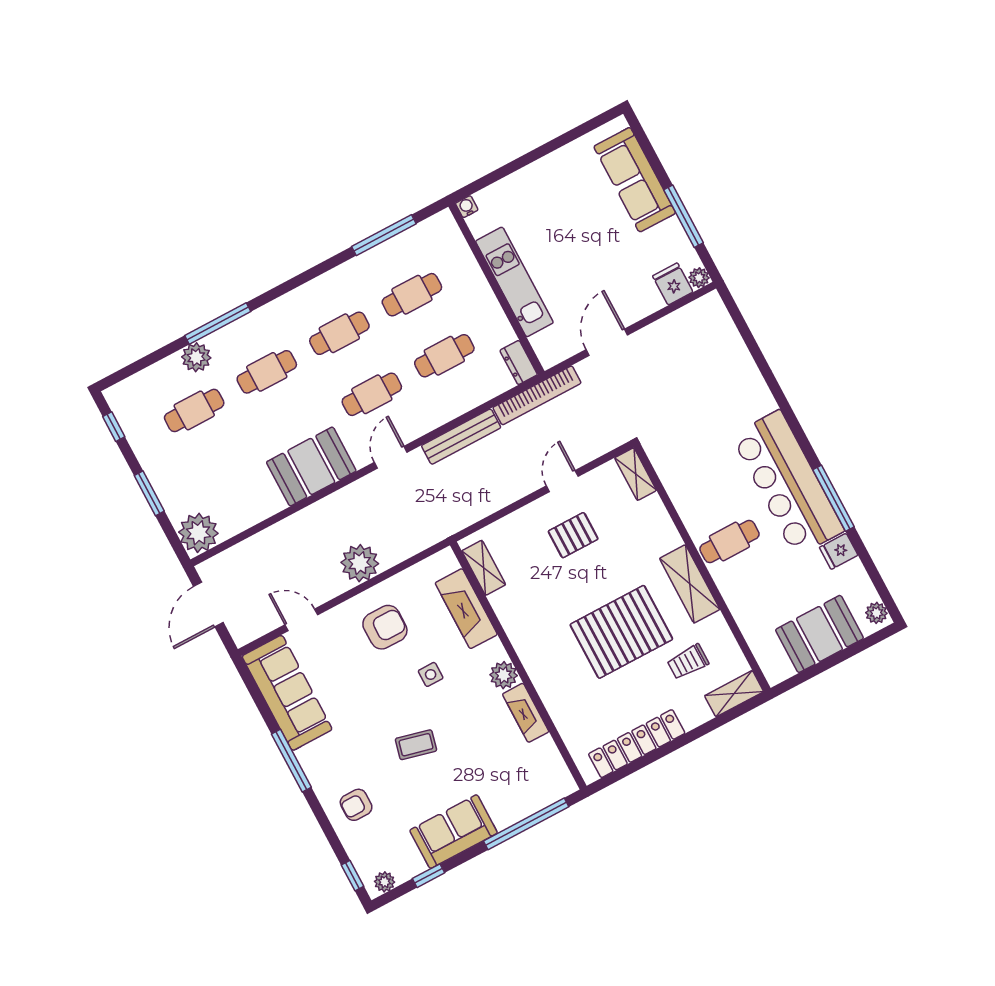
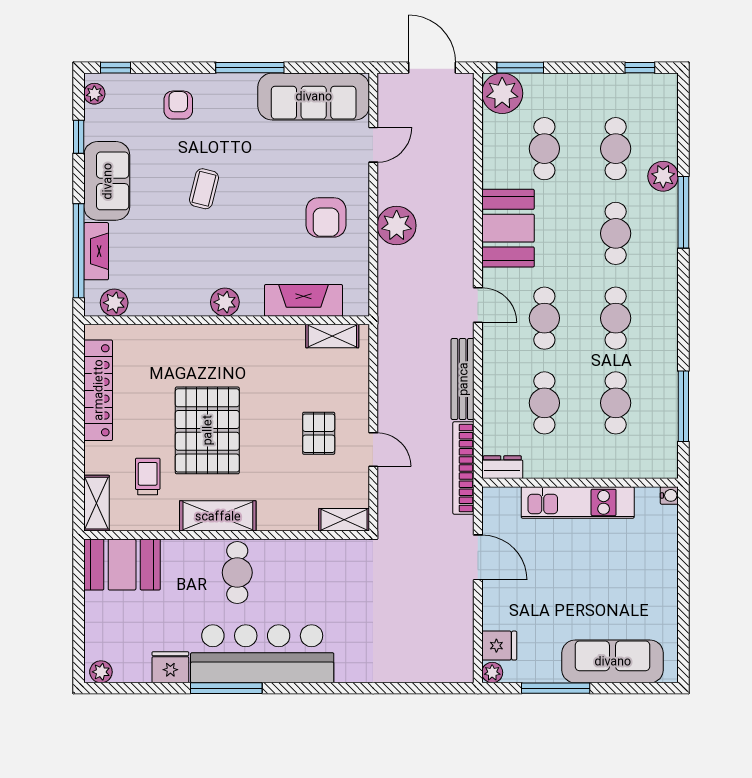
cafe table: (227, 471) -> (544, 149), added
window: (149, 493) -> (520, 68), moved
fridge: (839, 551) -> (170, 667), width x1.38
booth: (819, 634) -> (122, 565), moved, turned 90
side table: (431, 674) -> (261, 236), removed
fireplace: (526, 713) -> (96, 251), moved, turned 90
plant: (554, 770) -> (114, 303), added

